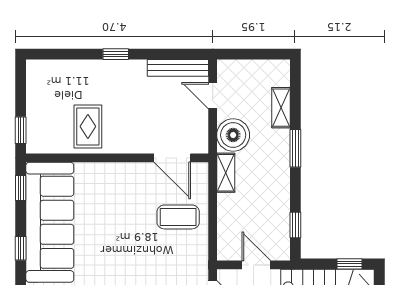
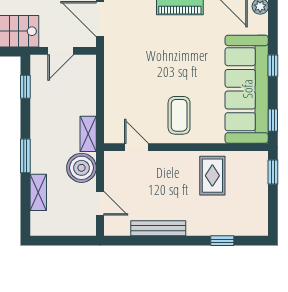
window: (116, 54) -> (222, 241), moved
bench: (178, 68) -> (158, 228), moved
door: (172, 158) -> (136, 147), width x0.73
coffee table: (178, 217) -> (179, 115), moved, turned 90
door: (256, 265) -> (61, 51), hinge flipped

